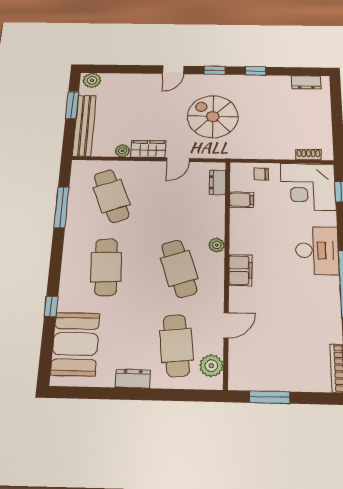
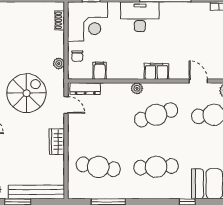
spiral stairs: (213, 117) -> (27, 93), turned 180
plant: (122, 151) -> (59, 64), moved
door: (178, 160) -> (66, 105), moved
dresser: (218, 182) -> (85, 89), width x1.44
cafe table: (111, 196) -> (98, 167), turned 30

